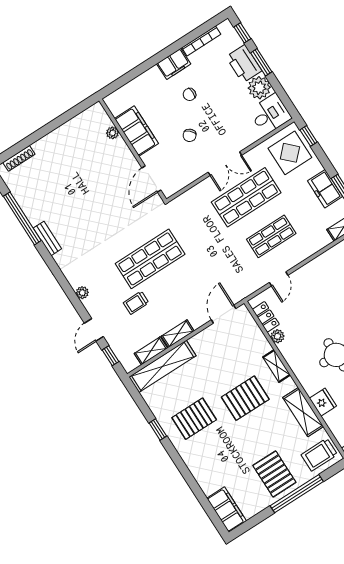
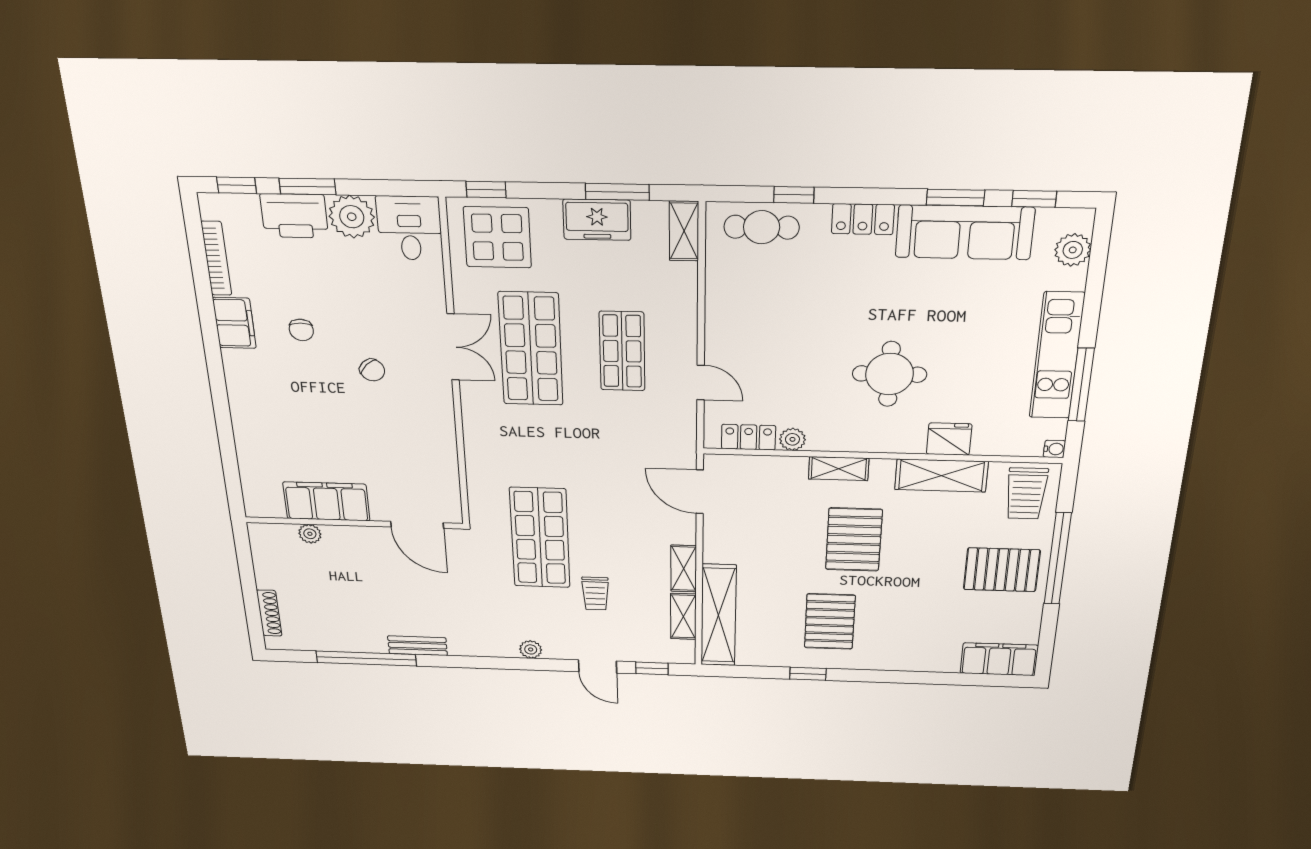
filing cabinet: (136, 131) -> (326, 501), moved
plant: (112, 133) -> (310, 534), moved
wall: (133, 150) -> (354, 523), moved
door: (151, 179) -> (417, 525), moved

